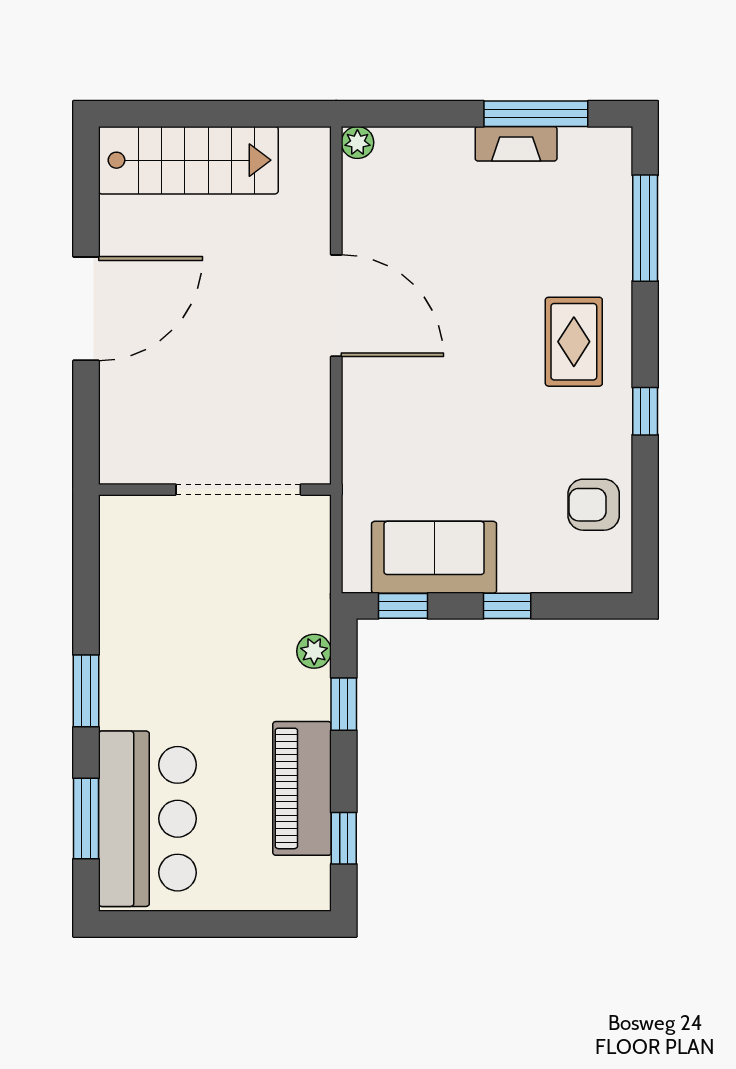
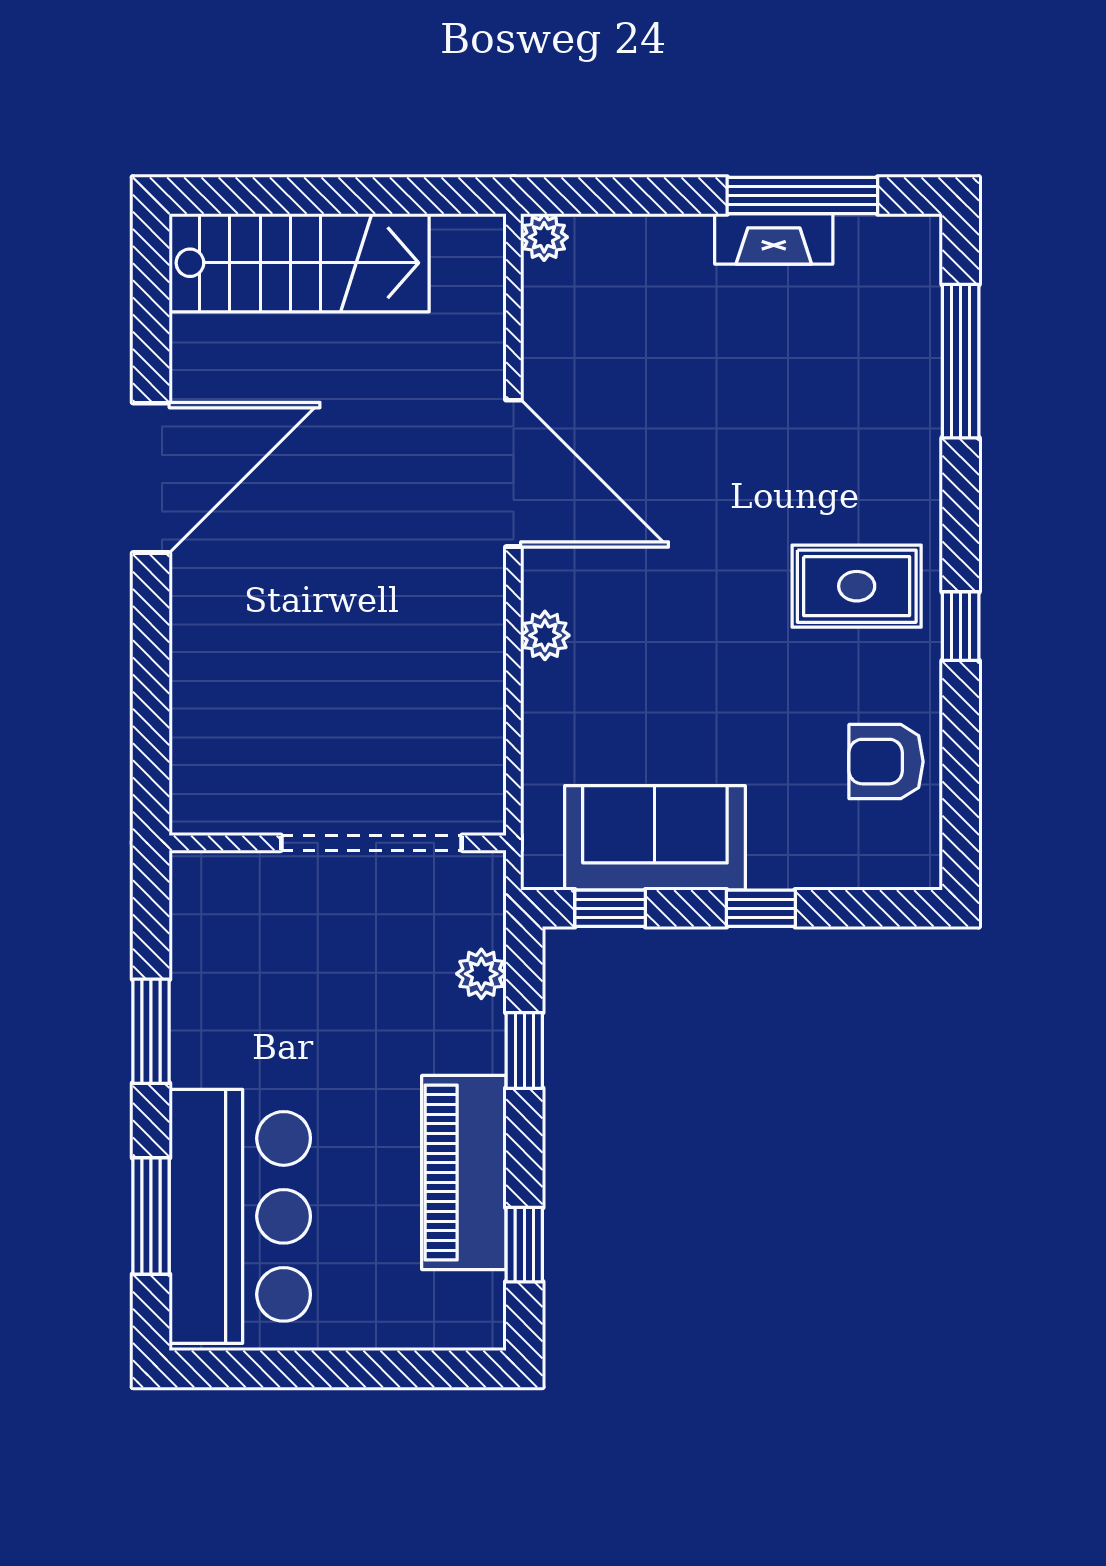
rug: (574, 342) -> (857, 586), moved, turned 90
plant: (358, 418) -> (545, 635), added
wall: (215, 490) -> (338, 843), moved
doorway: (238, 490) -> (371, 843), moved

